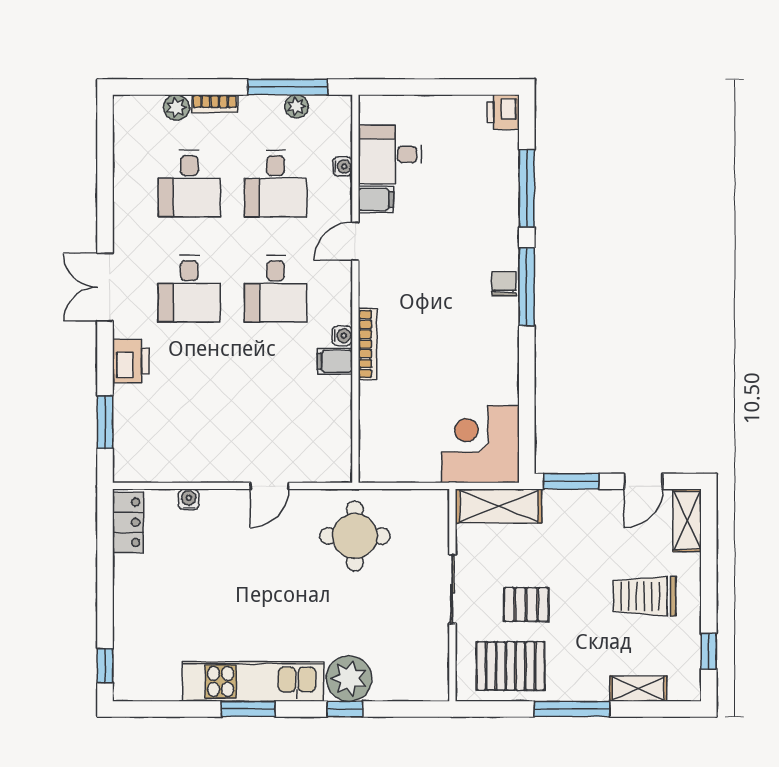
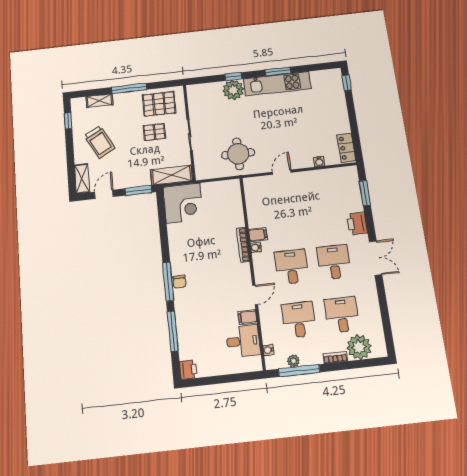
plant: (177, 107) -> (359, 347), width x1.88, depth x1.88
water cooler: (343, 166) -> (268, 350), moved
trolley: (645, 596) -> (100, 142), turned 62

